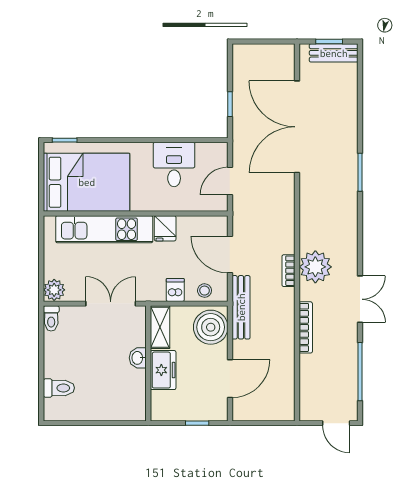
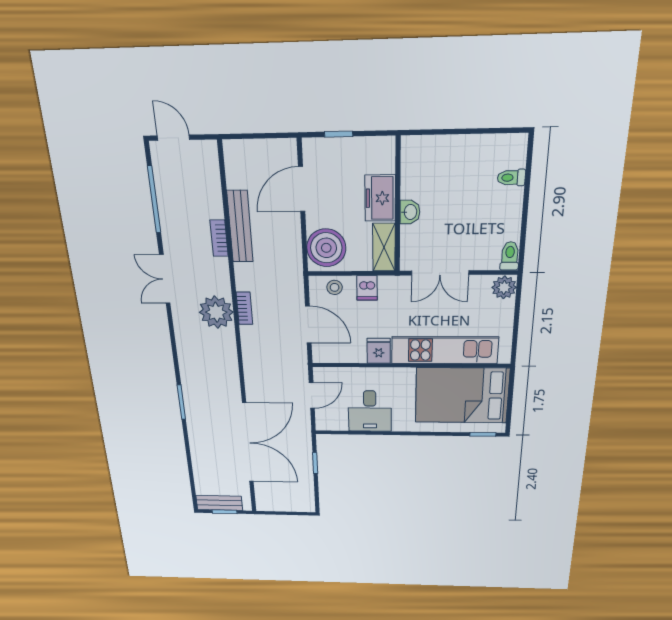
bench: (241, 307) -> (240, 227), moved
bookcase: (306, 327) -> (219, 238), width x0.64
toilet: (59, 388) -> (511, 178), width x0.73, depth x0.72

